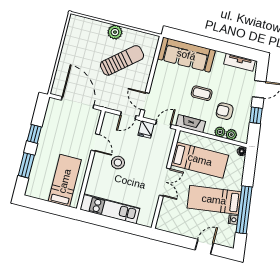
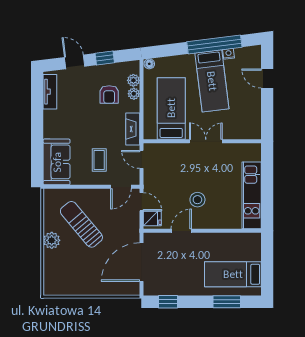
sofa: (186, 55) -> (57, 162), width x0.73
coffee table: (202, 93) -> (99, 160), moved
fridge: (146, 129) -> (152, 219), moved
window: (34, 134) -> (168, 302), moved
bed: (65, 181) -> (233, 274), moved

